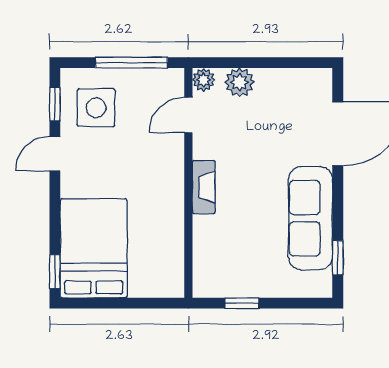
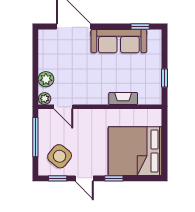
side table: (96, 108) -> (60, 156), turned 38
fireplace: (204, 187) -> (123, 98), moved
bed: (94, 248) -> (135, 151), width x1.36
window: (55, 272) -> (114, 178), moved

